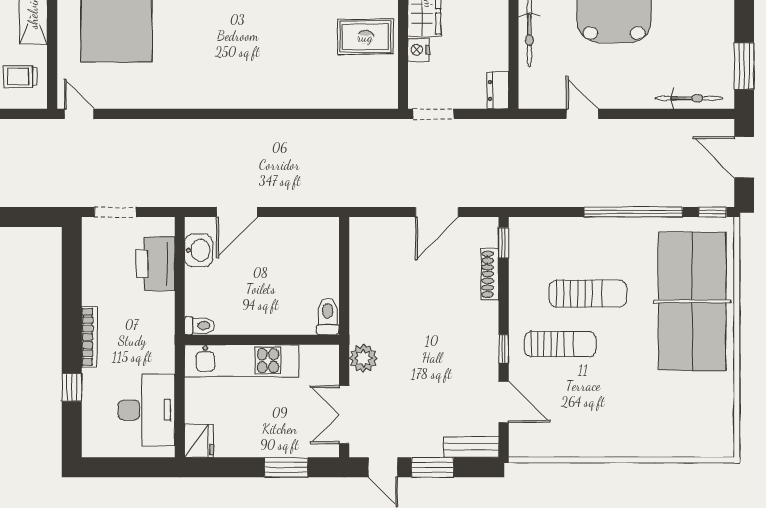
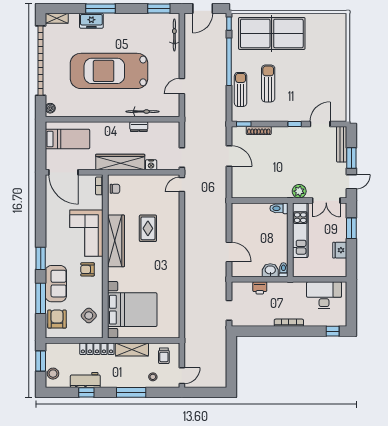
rug: (365, 37) -> (148, 228), moved
dresser: (498, 90) -> (139, 127), moved
door: (79, 114) -> (182, 184), moved
washbasin: (199, 250) -> (270, 270), moved
printer: (156, 264) -> (260, 288), width x0.53, depth x0.68
sun lounger: (560, 344) -> (241, 89), moved
kitchen unit: (242, 361) -> (300, 230), moved
window: (72, 387) -> (333, 331), moved
fridge: (199, 441) -> (340, 250), moved, turned -90
bench: (471, 447) -> (342, 144), width x1.36

